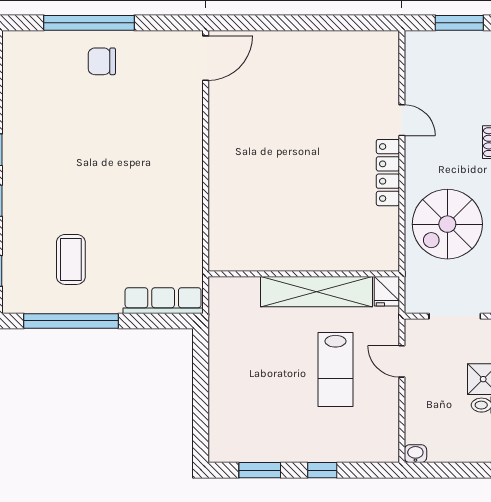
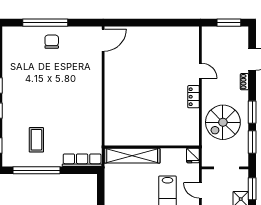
chair: (102, 61) -> (52, 42), turned 90
locker: (388, 173) -> (193, 97), width x0.66
shelving: (316, 292) -> (132, 156), moved

